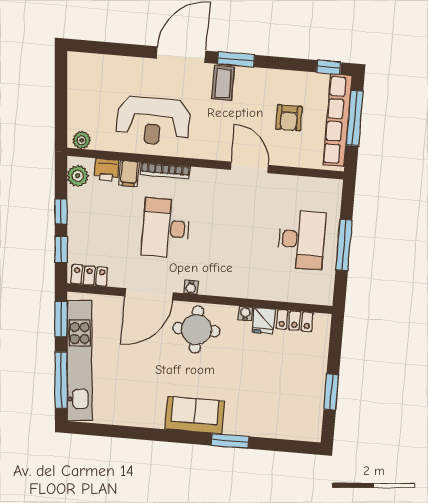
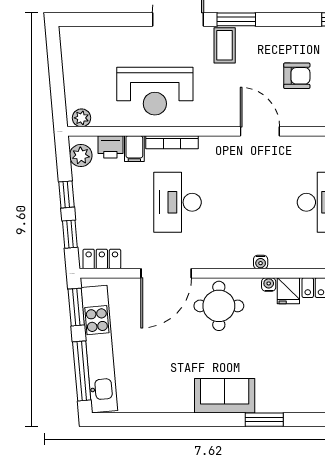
armchair: (289, 118) -> (297, 76), turned -90
water cooler: (191, 287) -> (261, 262), moved

